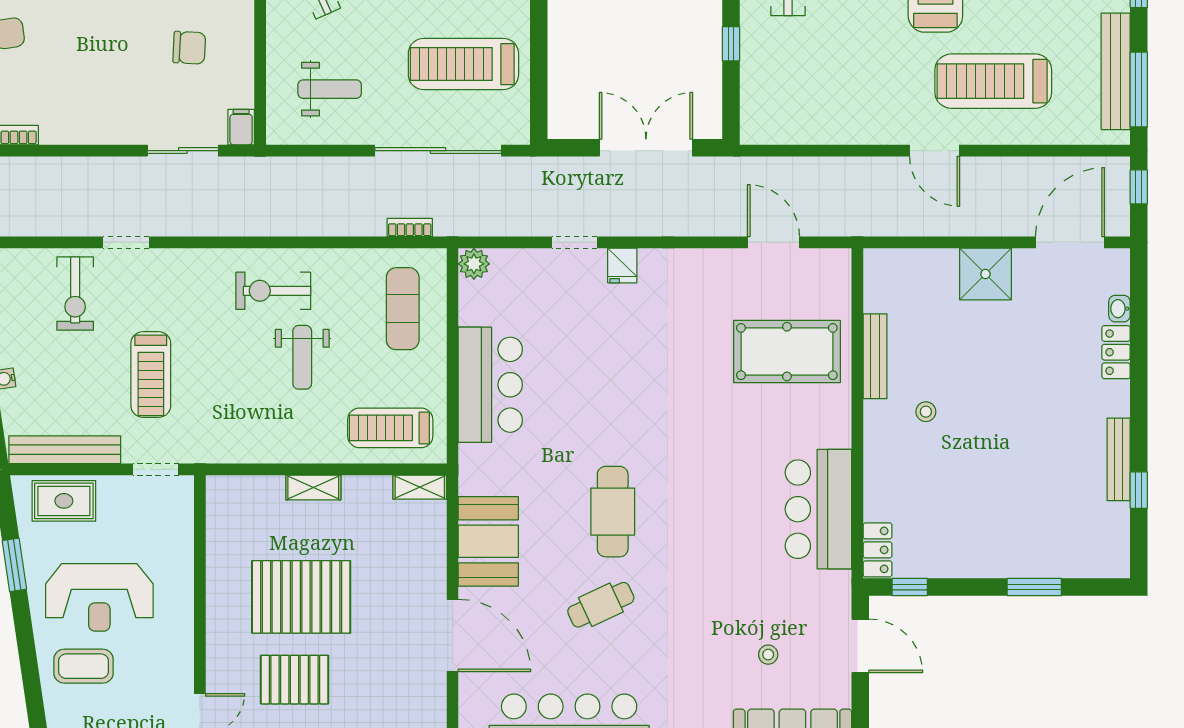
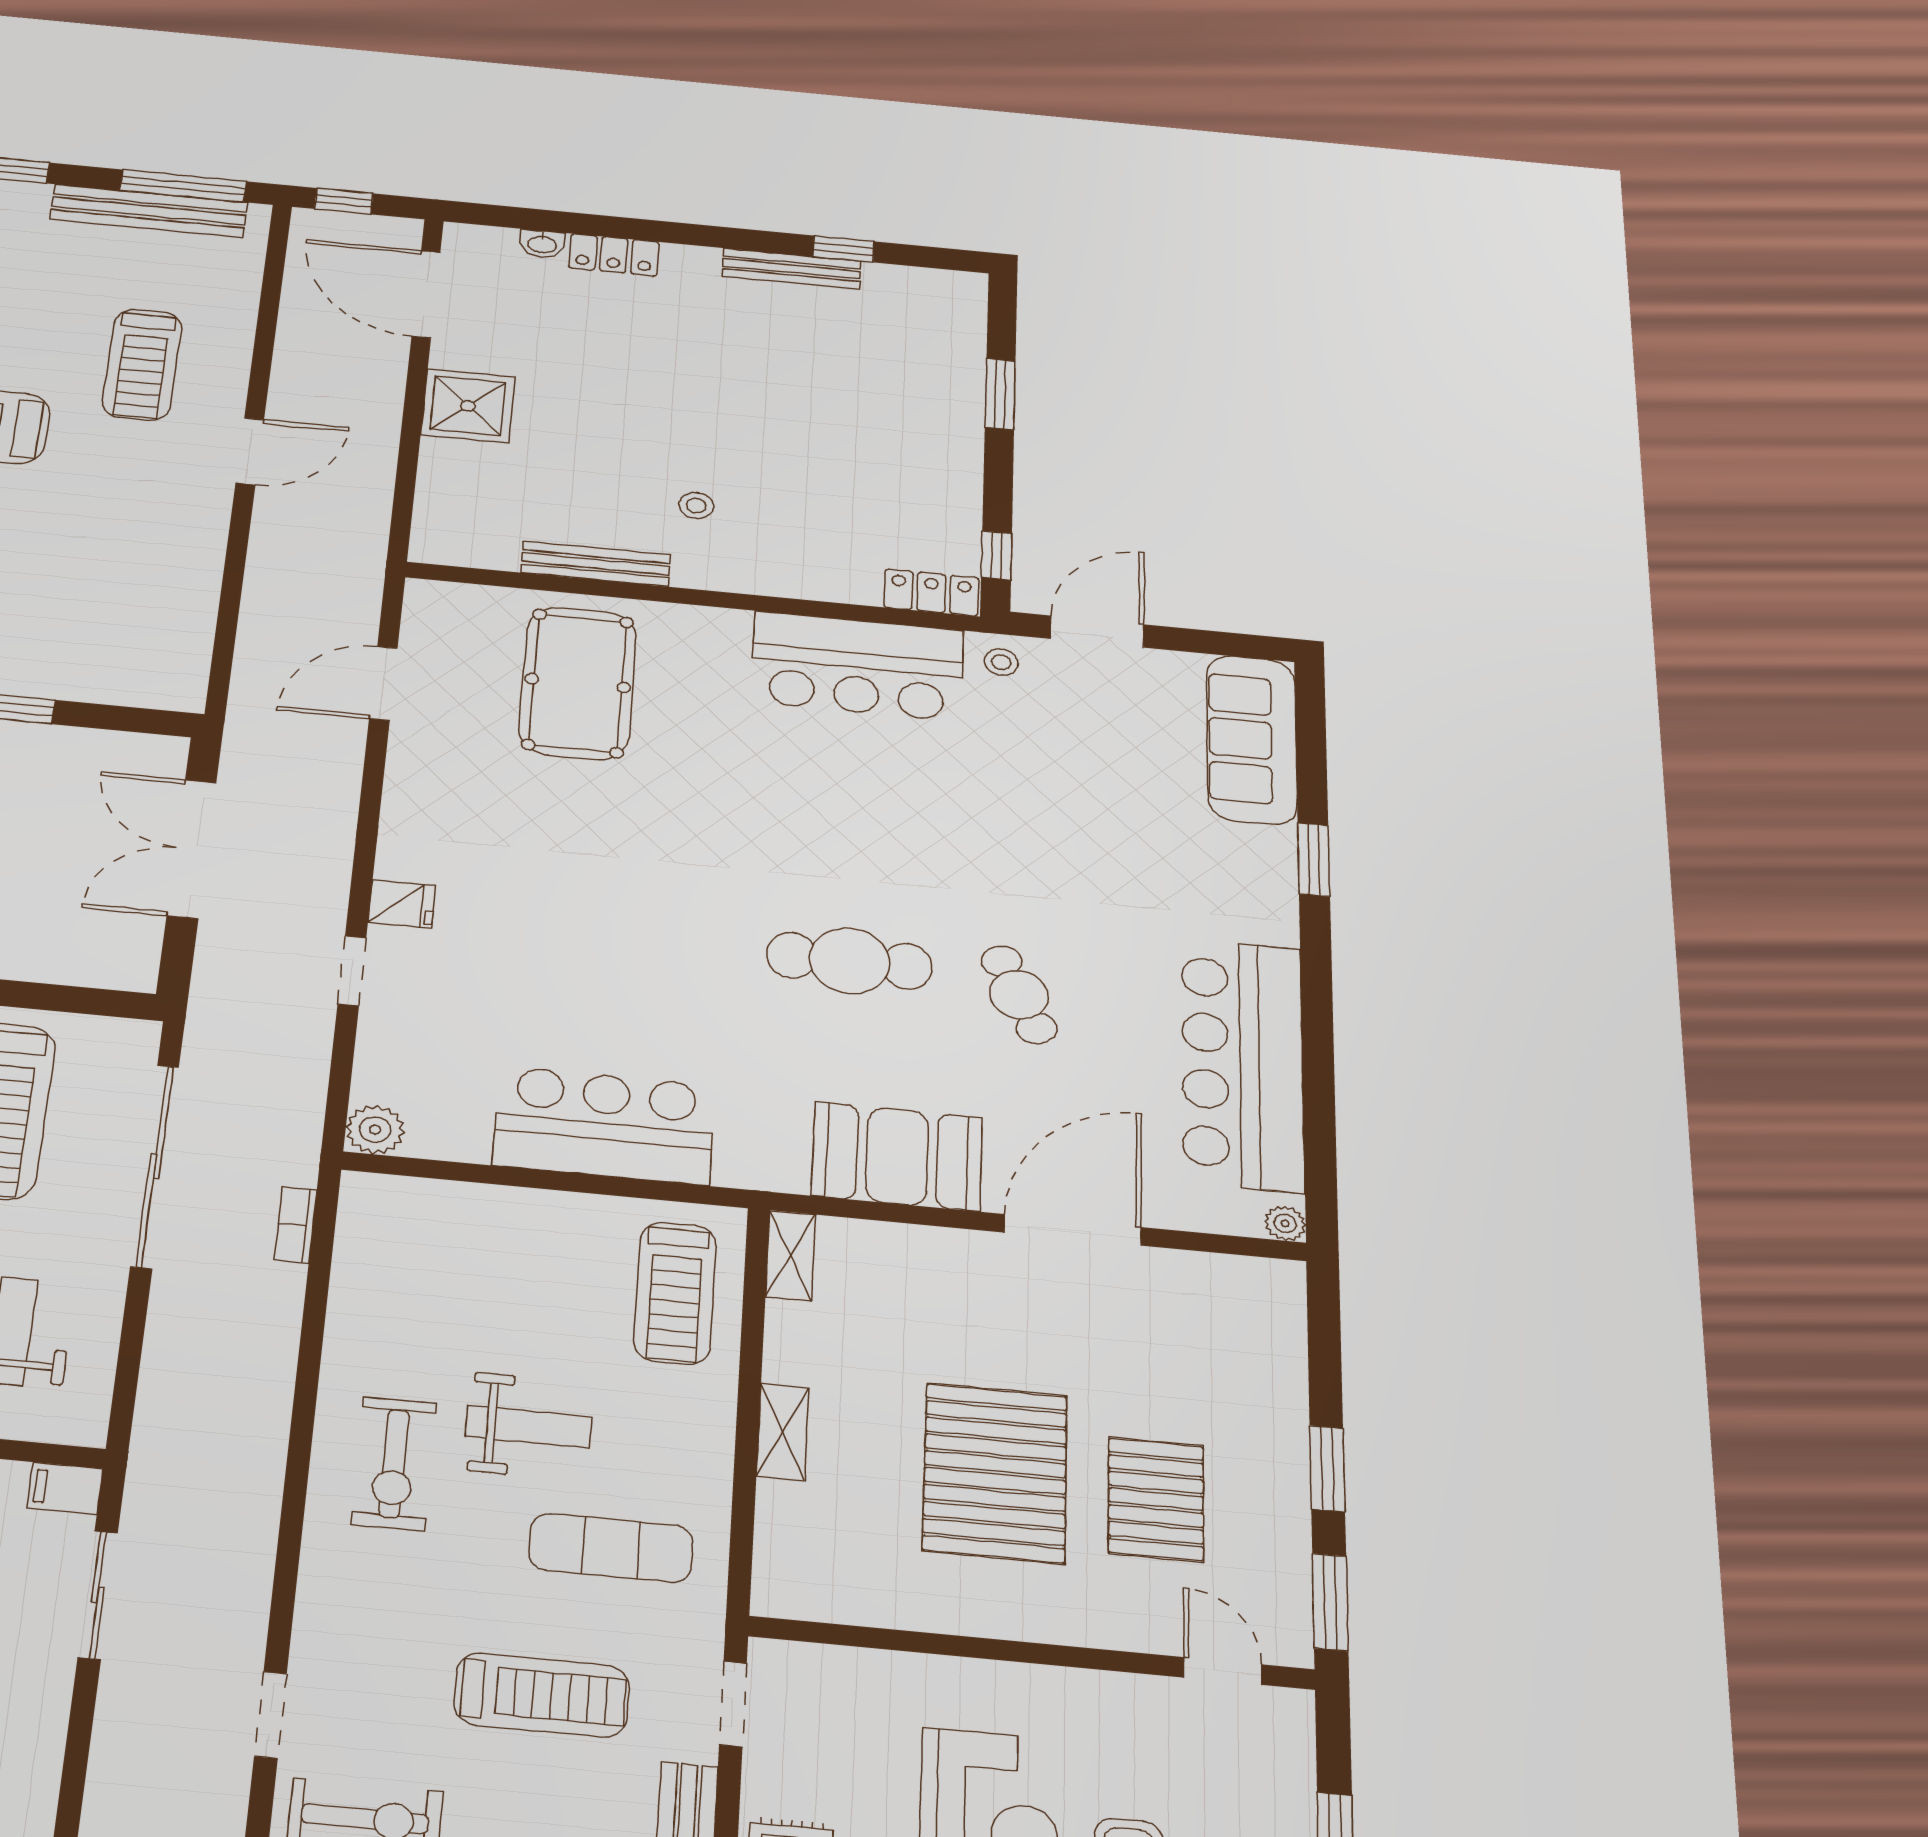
treadmill: (993, 81) -> (142, 365), width x0.73, depth x0.73
exercise mat: (403, 309) -> (611, 1548), moved
stool: (768, 655) -> (1001, 662), moved

